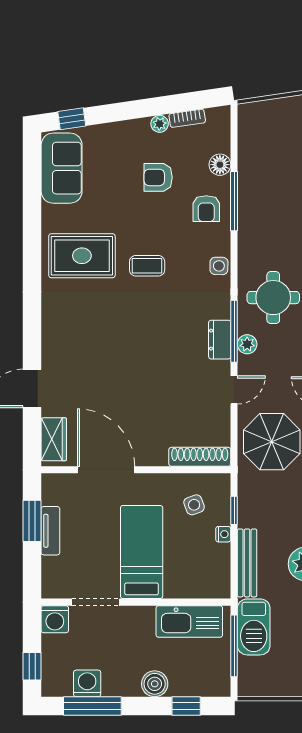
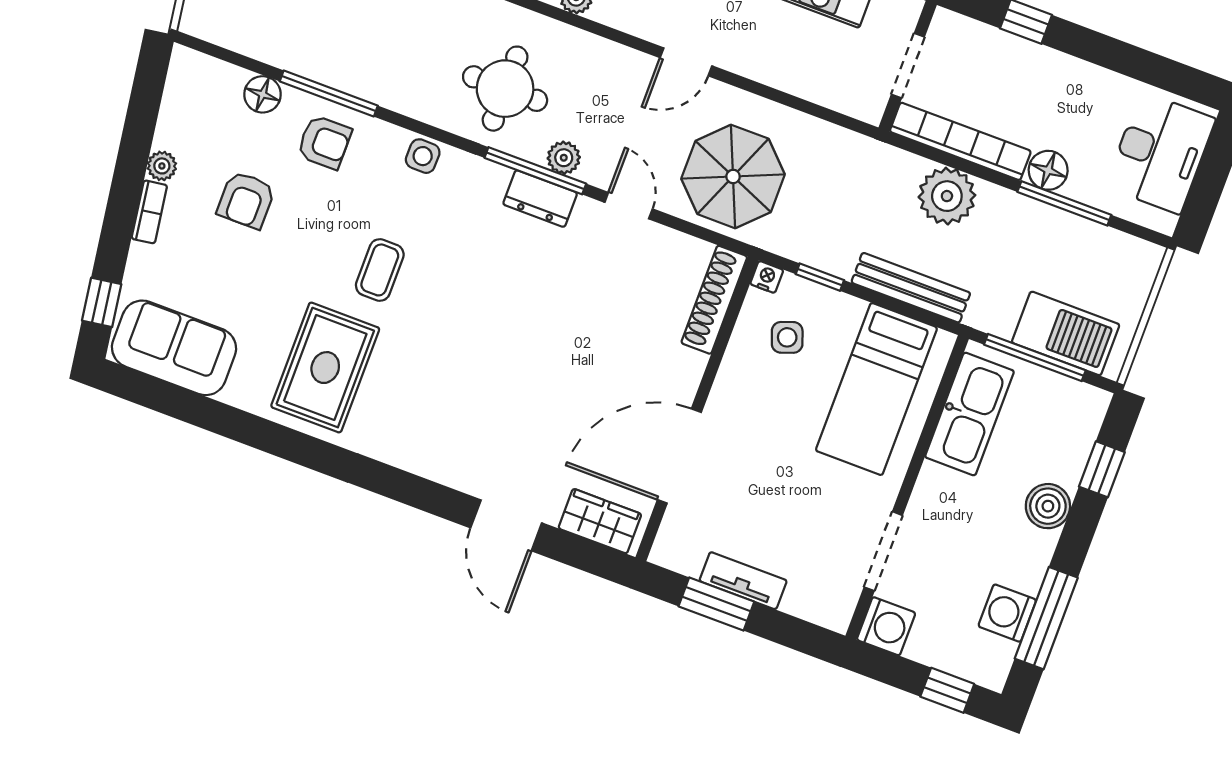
bookcase: (187, 118) -> (149, 212), moved
nightstand: (223, 534) -> (767, 277), moved
bed: (142, 552) -> (876, 389), moved, turned -90
barbecue: (254, 627) -> (1066, 333), moved

